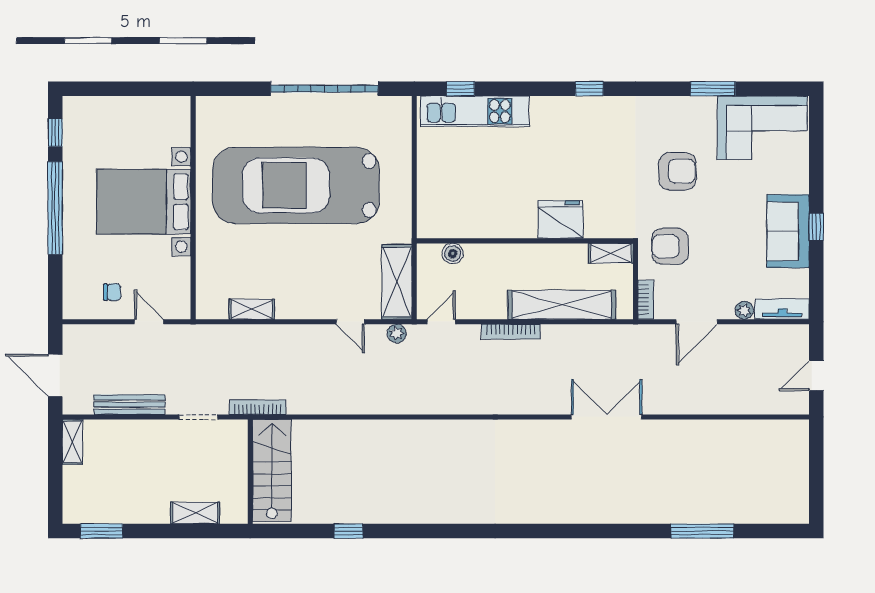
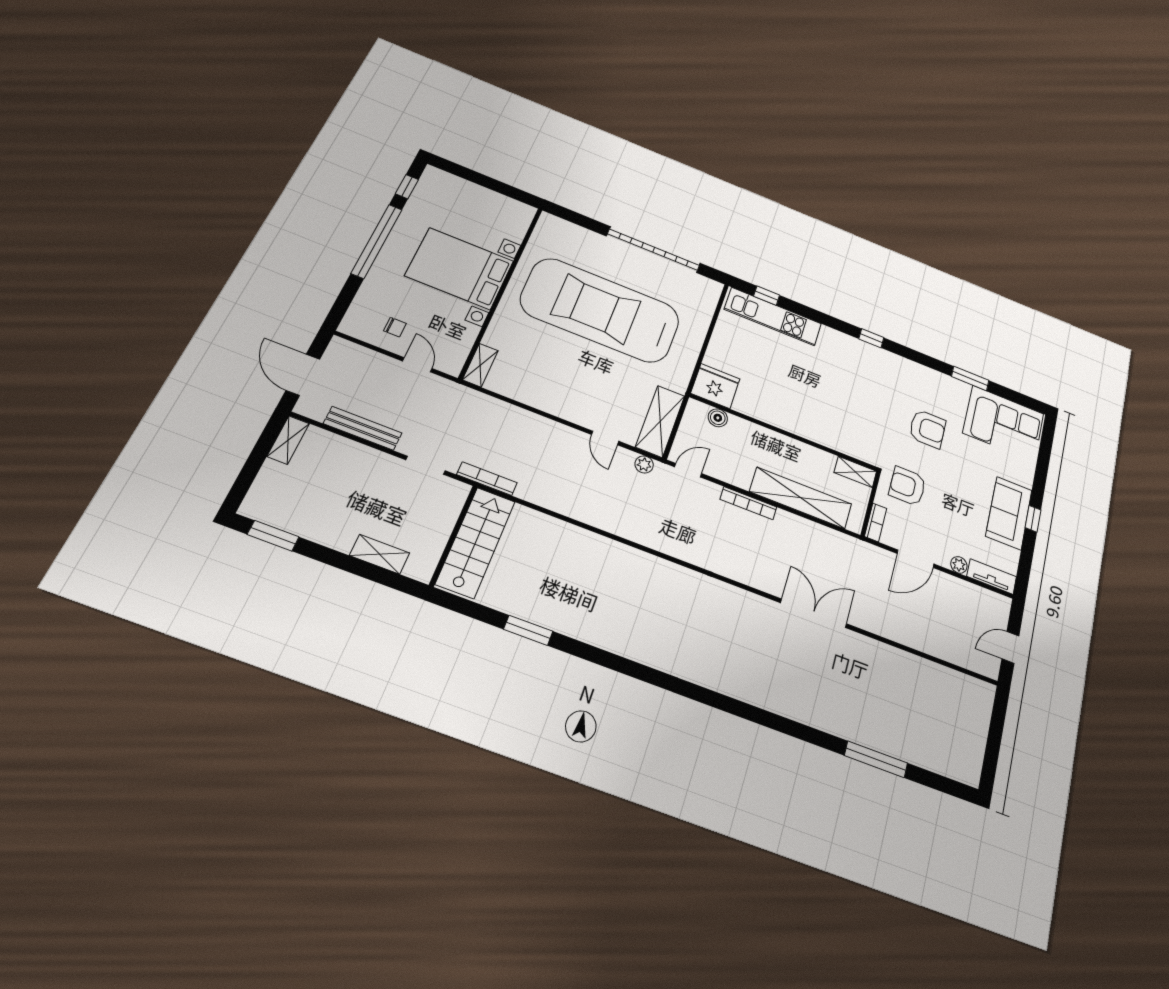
fridge: (560, 219) -> (715, 386), moved
shelving: (252, 309) -> (480, 365), moved, turned 90
window: (348, 531) -> (528, 630), width x1.50

